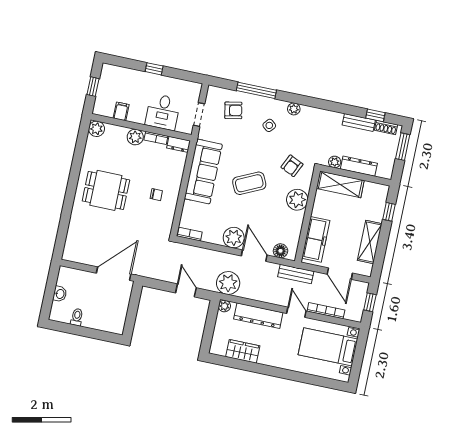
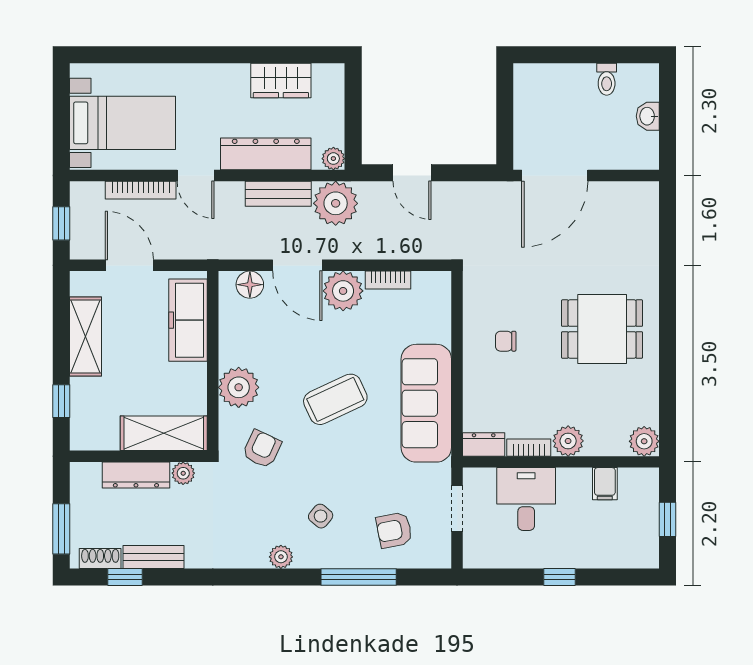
bookcase: (190, 234) -> (388, 280), moved
bench: (296, 274) -> (278, 194), moved

